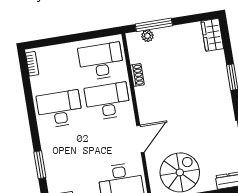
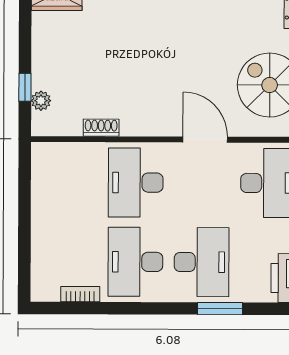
window: (154, 25) -> (25, 87), width x0.46
desk: (101, 61) -> (202, 262), moved, turned 180
bookcase: (32, 64) -> (80, 294), moved

